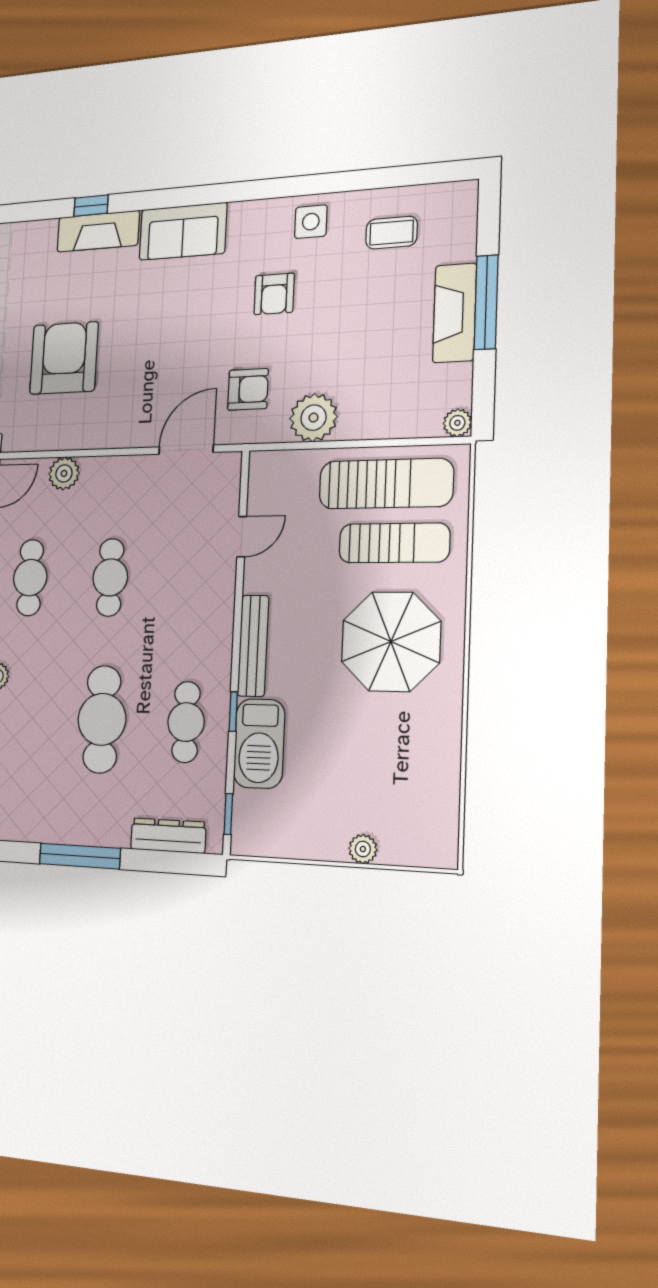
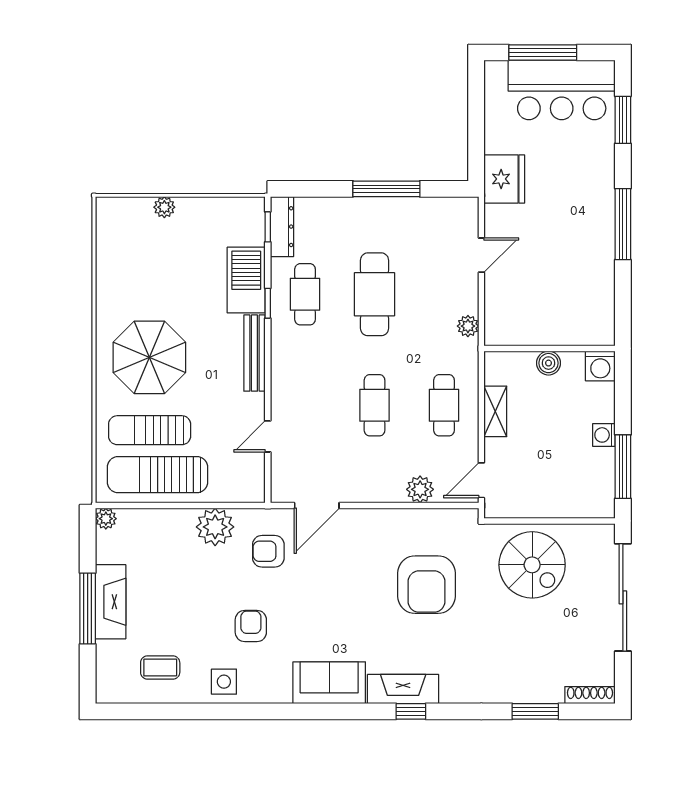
dresser: (168, 836) -> (282, 227), moved, turned -90

